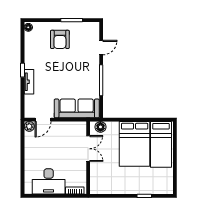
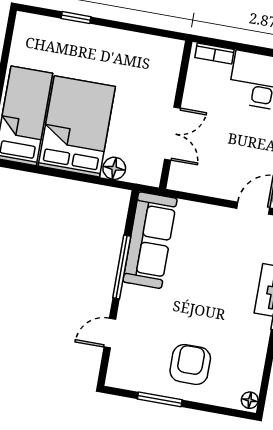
sofa: (77, 108) -> (150, 240), moved, turned -90
floor lamp: (100, 127) -> (114, 168), moved
double door: (88, 149) -> (172, 134), swing flipped

